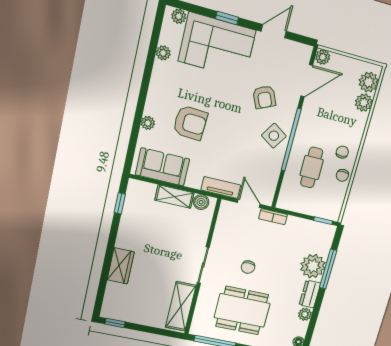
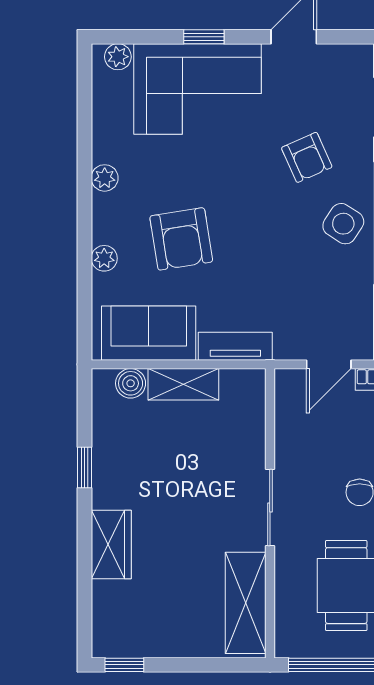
plant: (163, 53) -> (105, 178), moved
armchair: (190, 123) -> (181, 239), turned 78
tv unit: (221, 188) -> (235, 346), moved
boiler: (201, 202) -> (131, 383), moved
window: (120, 203) -> (84, 467), moved
door: (249, 203) -> (329, 364), swing flipped

